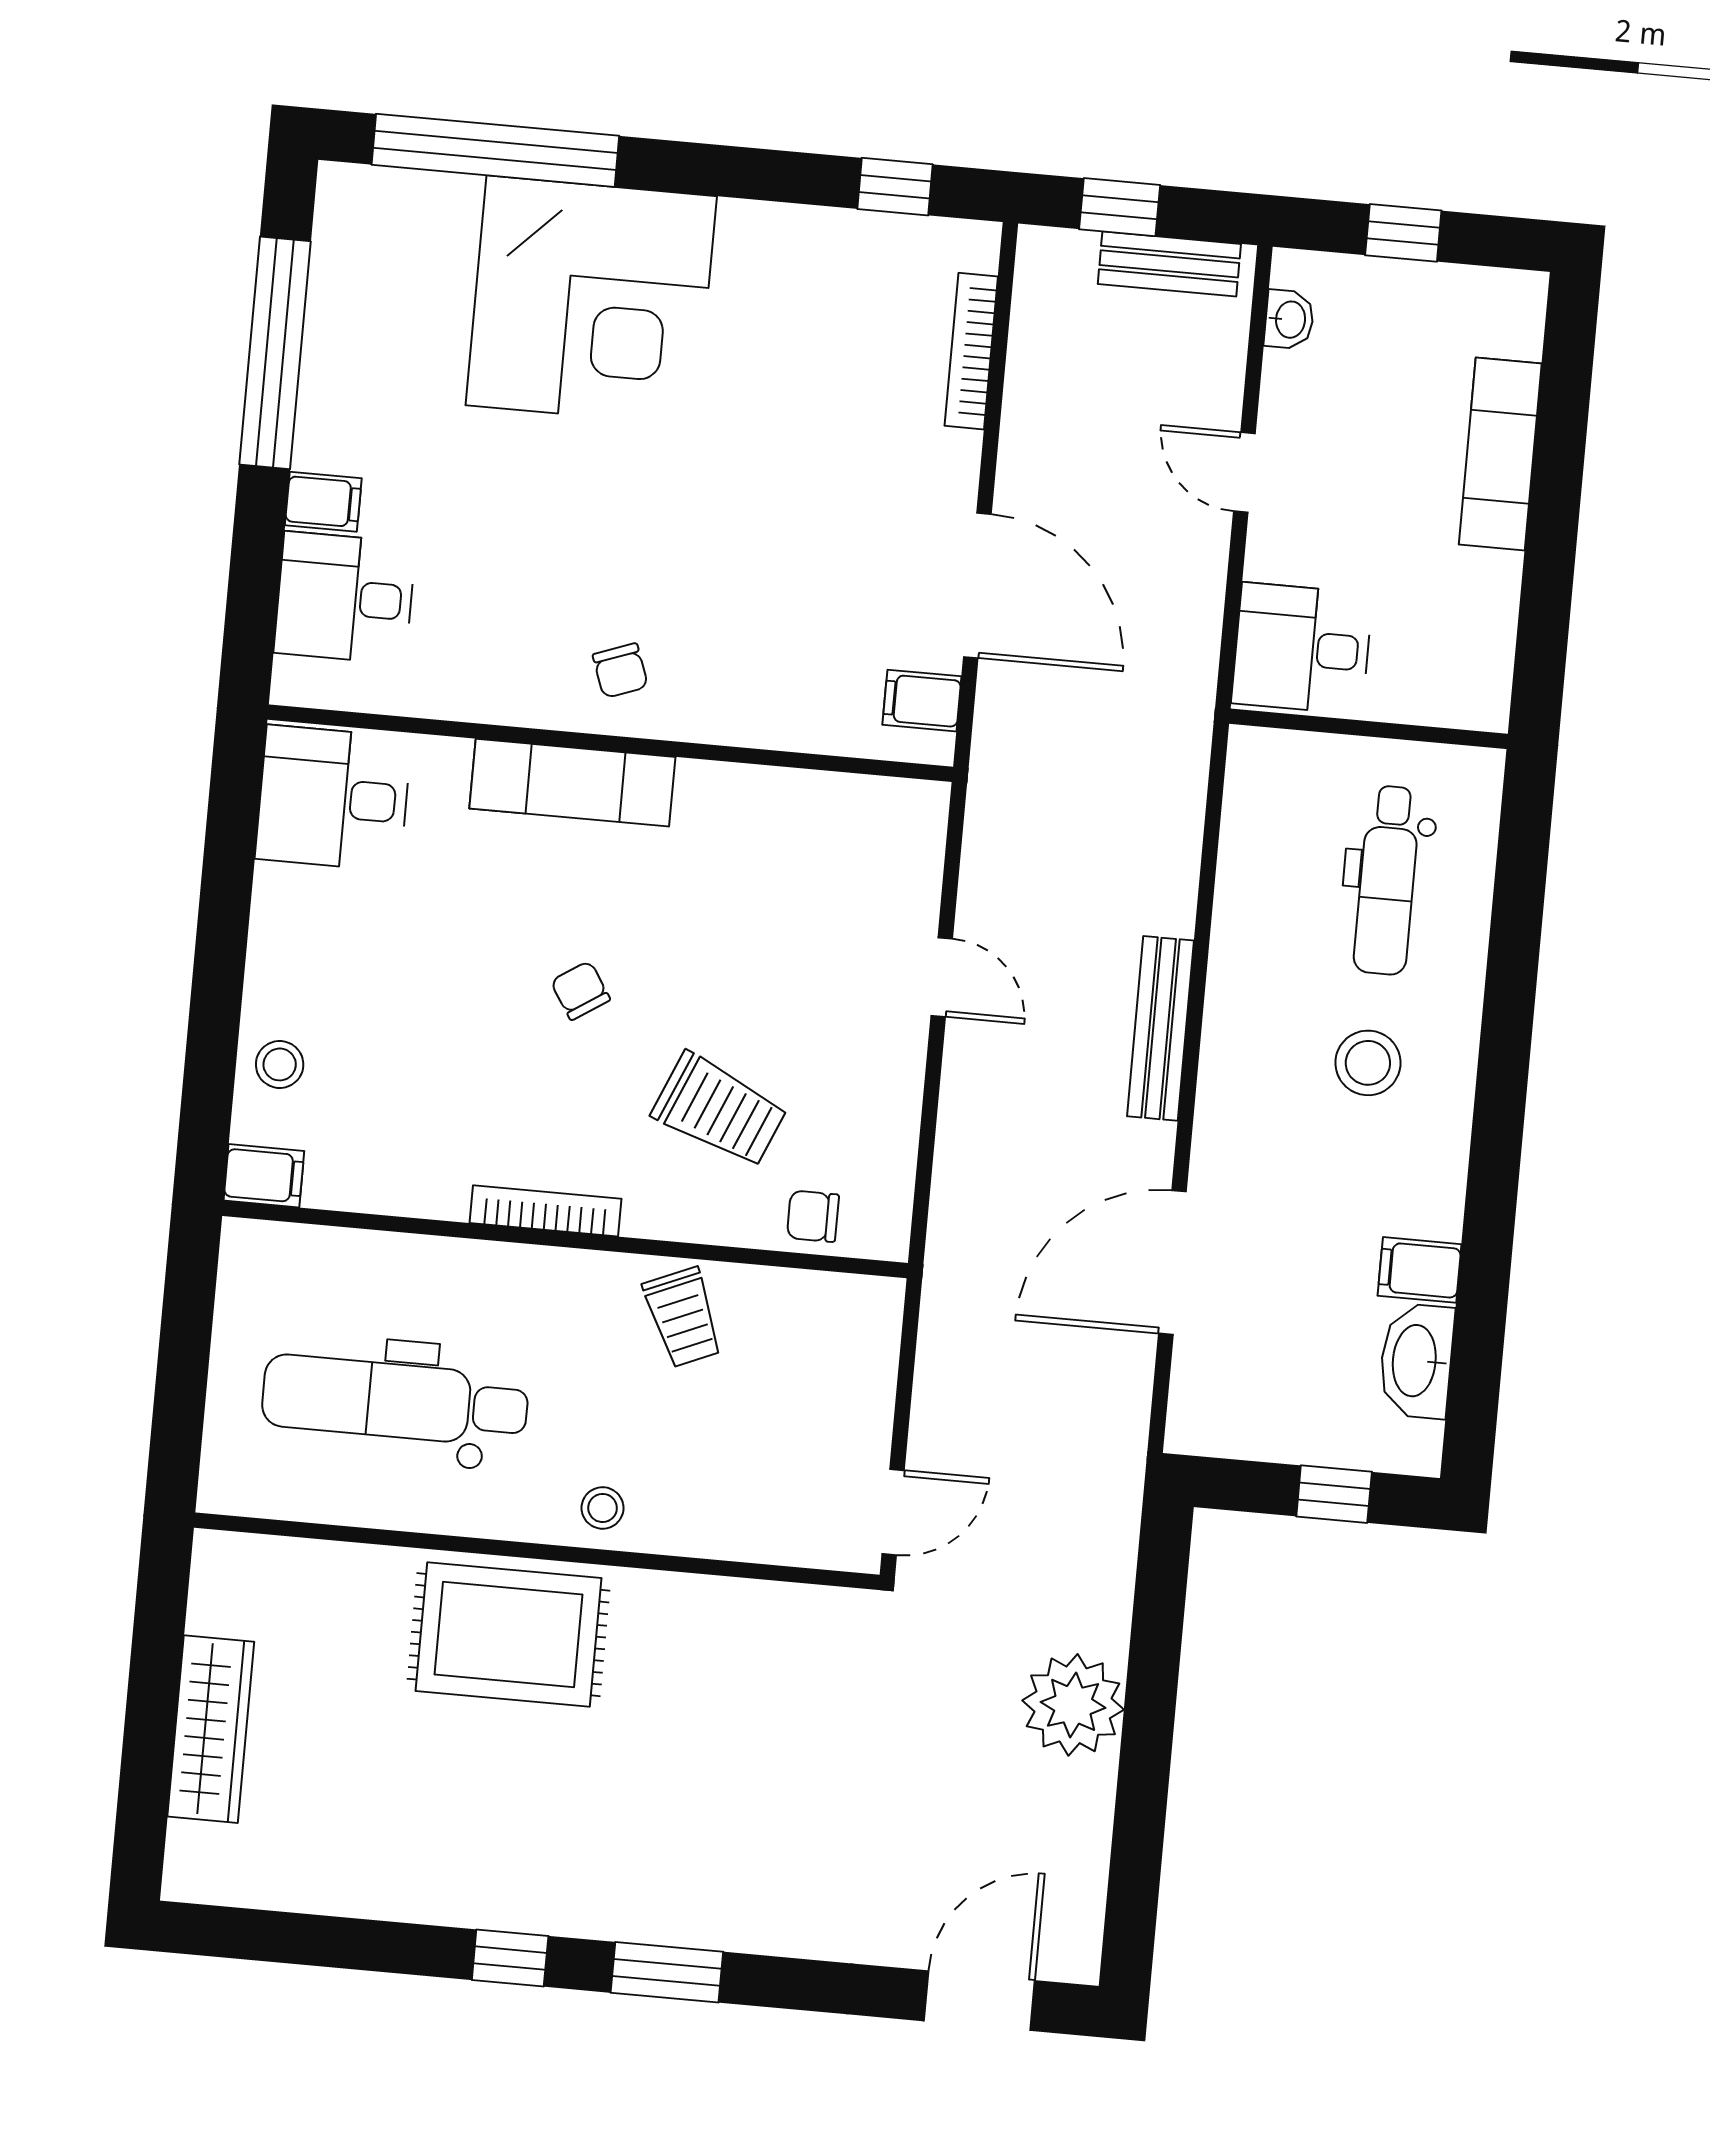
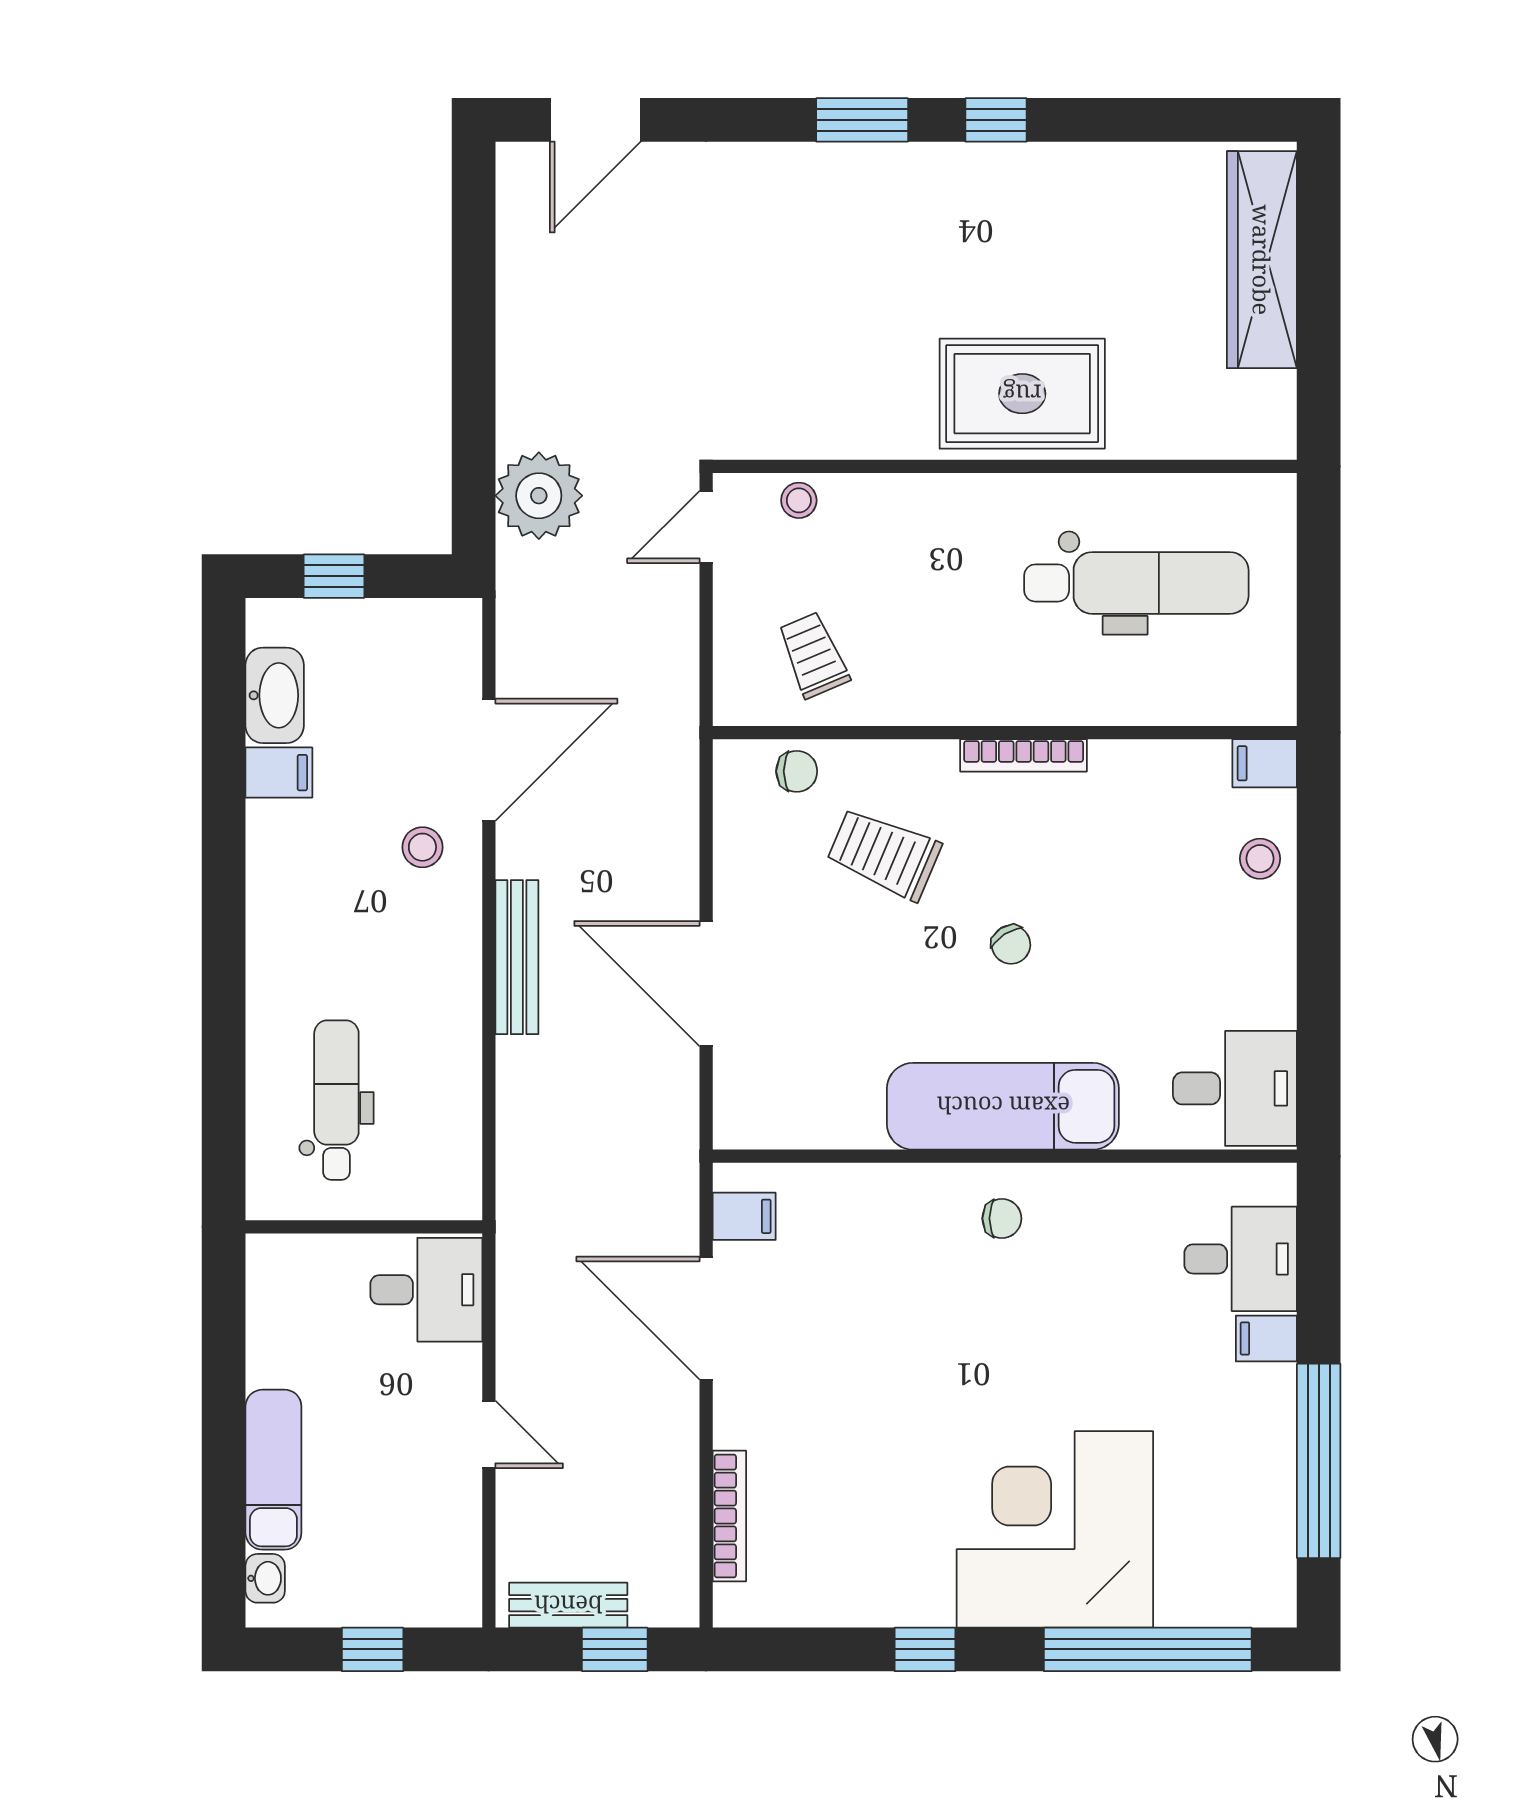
window: (895, 187) -> (925, 1649), moved
washbasin: (1289, 319) -> (265, 1578), moved, turned 180
chair: (620, 671) -> (1002, 1218), turned 110
exam couch: (572, 783) -> (1003, 1106), width x1.36, depth x1.45
door: (942, 977) -> (706, 984), width x1.87
stool: (1368, 1063) -> (422, 847), moved, width x0.73, depth x0.73
trolley: (683, 1317) -> (813, 655), moved
stool: (603, 1508) -> (799, 500), moved
plant: (1073, 1705) -> (539, 496), moved
wardrobe: (211, 1729) -> (1262, 260), width x1.40, depth x1.17

